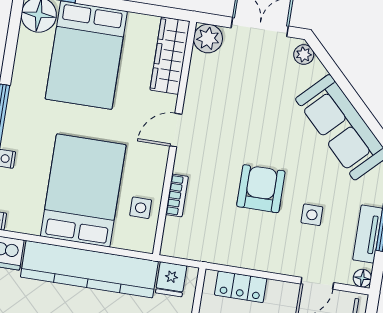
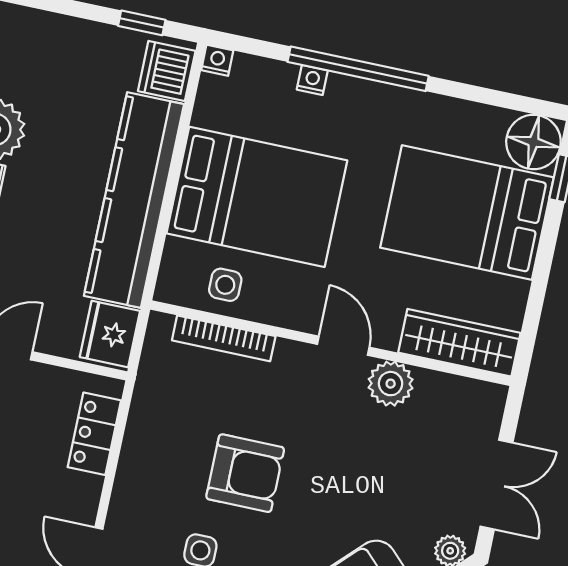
plant: (208, 39) -> (391, 384), moved
bookcase: (177, 195) -> (224, 338), width x1.56
fridge: (171, 279) -> (110, 334), width x1.38

